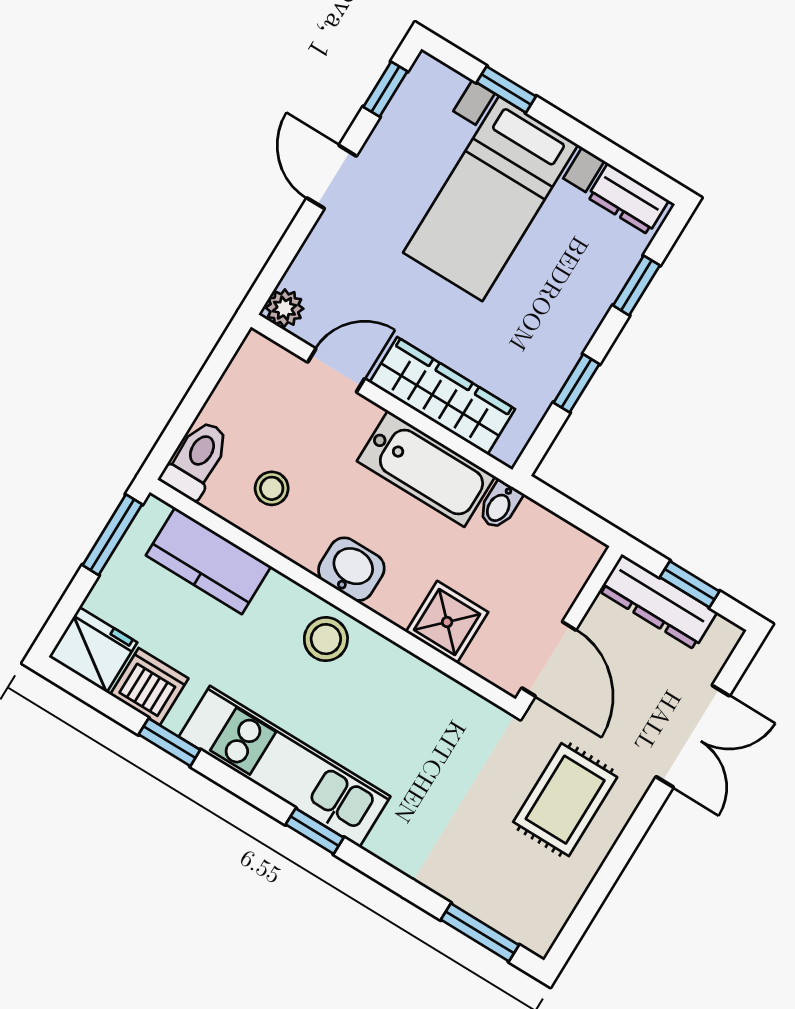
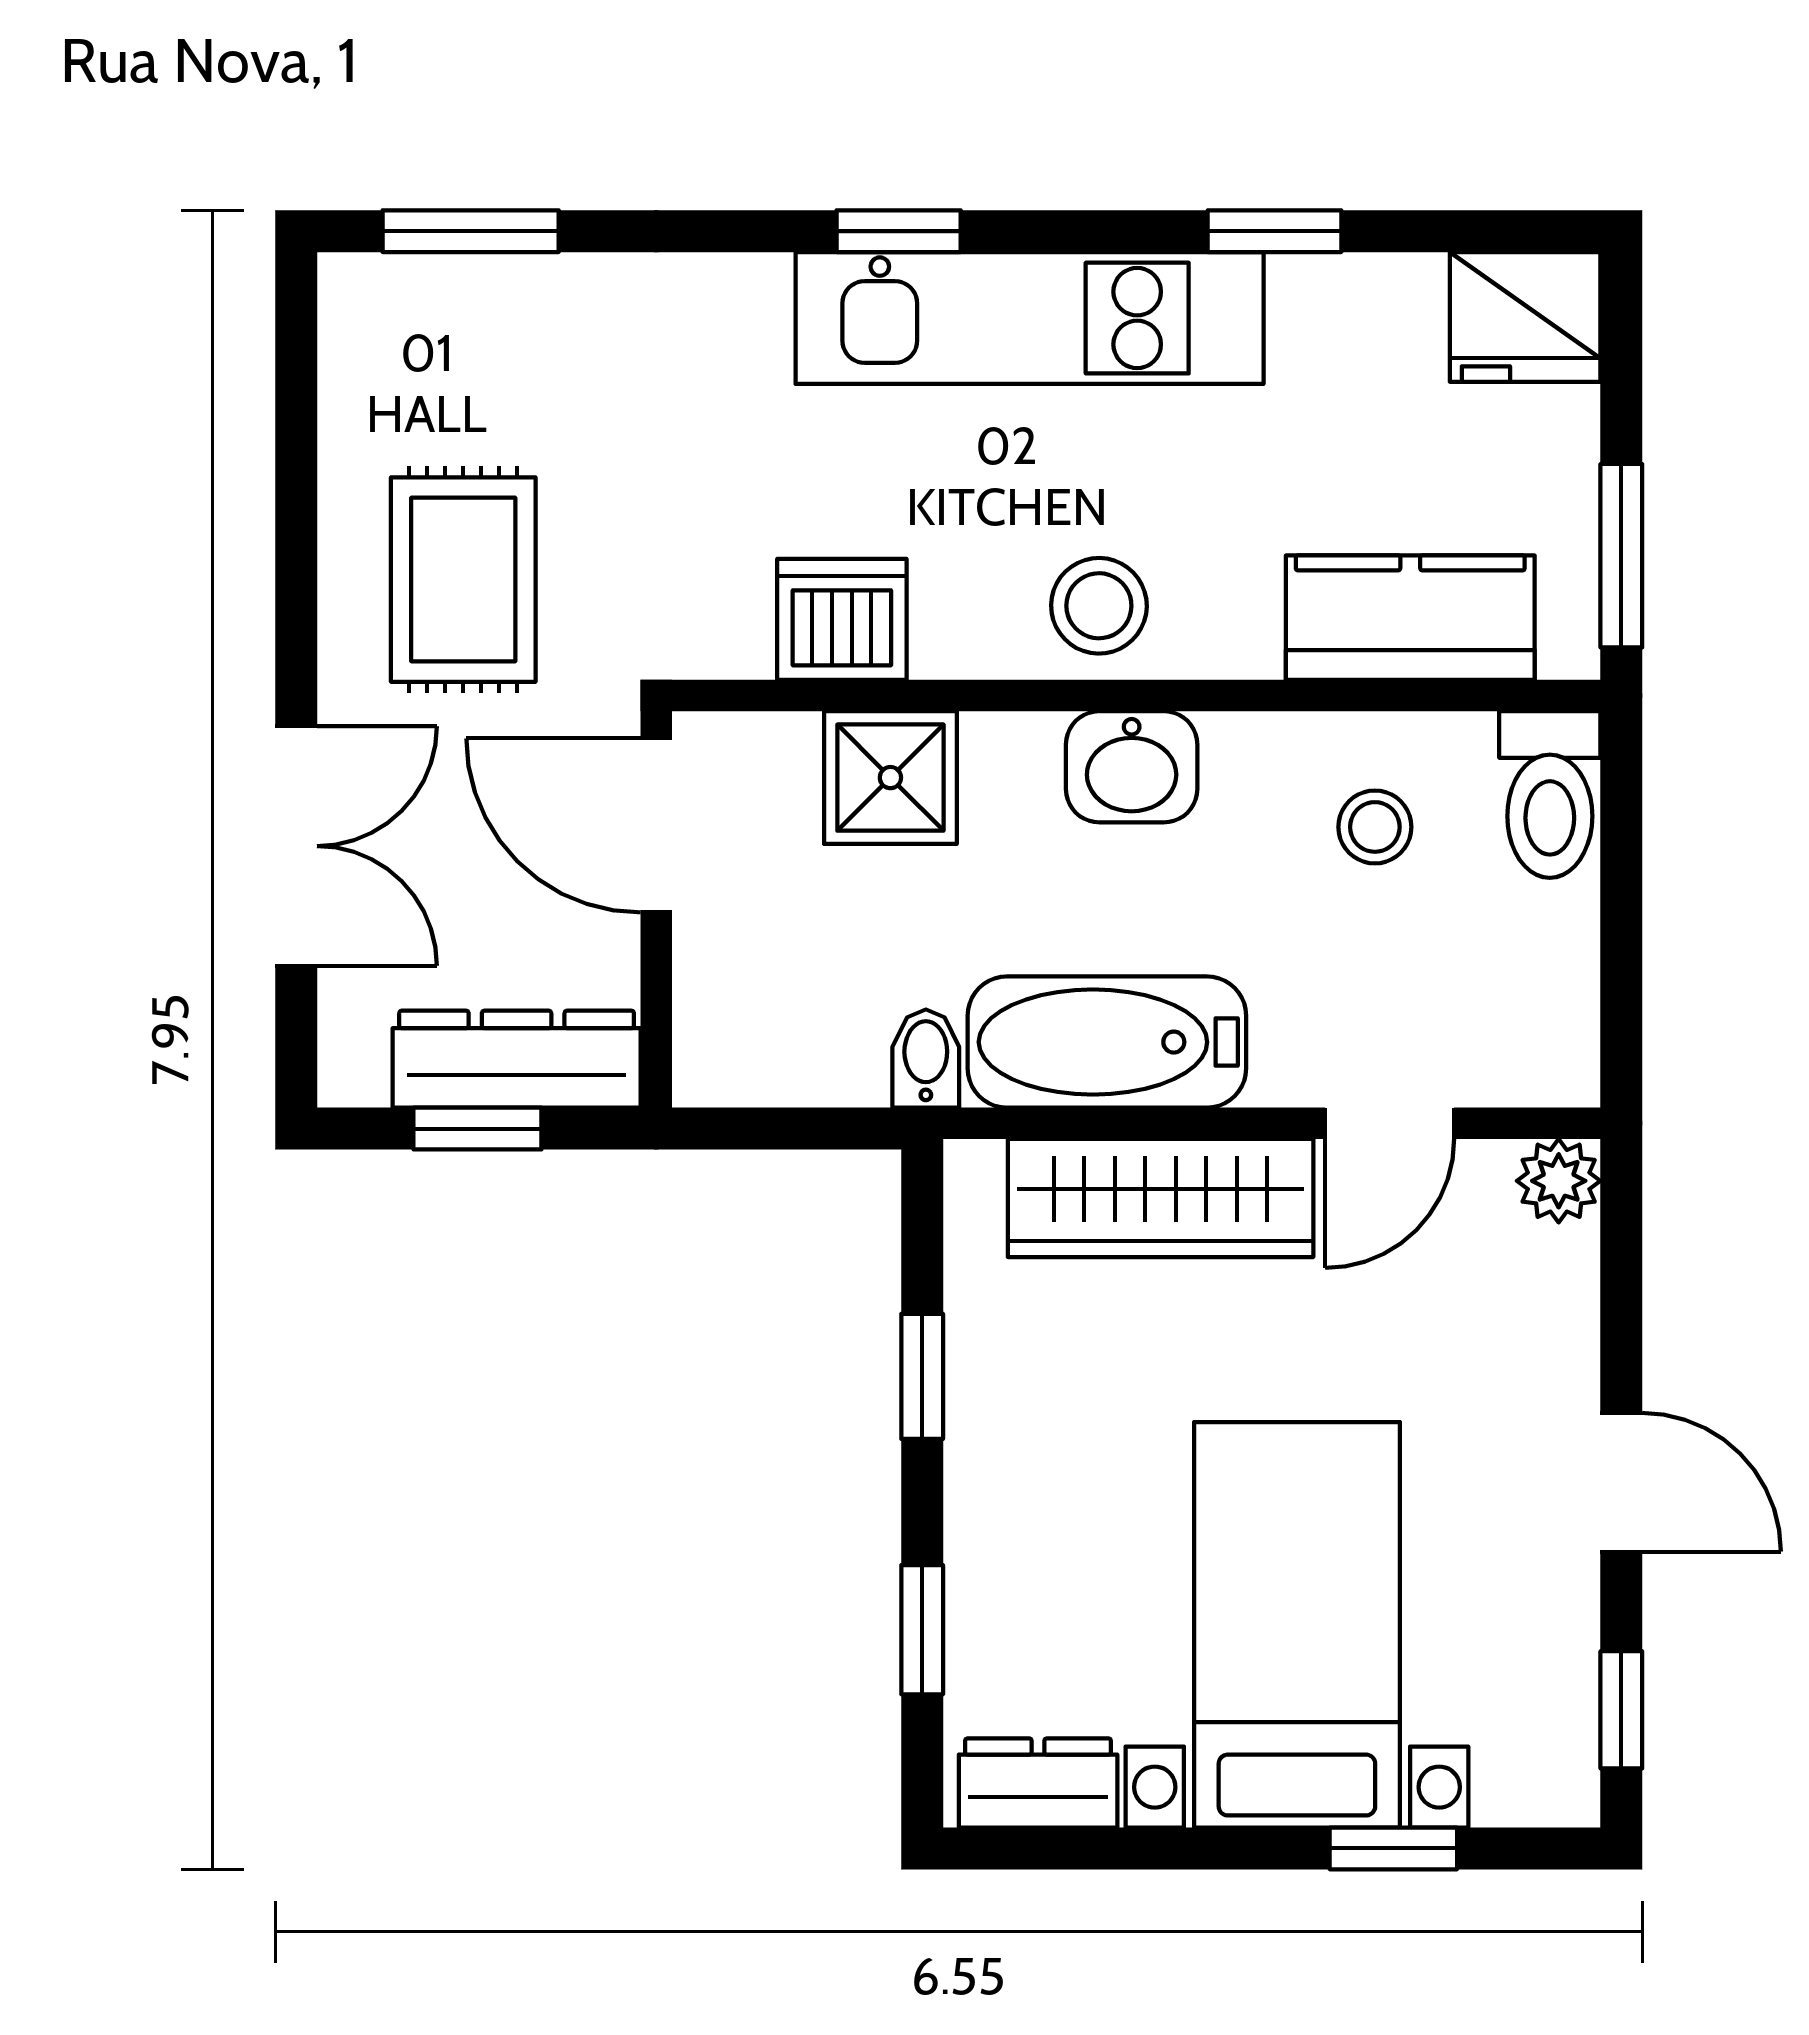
dishwasher: (149, 687) -> (842, 619), moved, turned 180
double door: (693, 736) -> (296, 846), swing flipped

